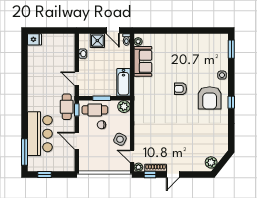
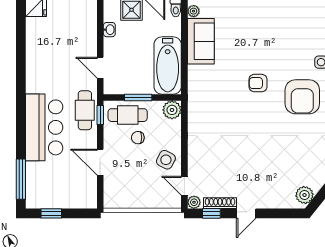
bathtub: (123, 82) -> (168, 66), width x1.36, depth x1.36
bar counter: (40, 134) -> (44, 127), moved

